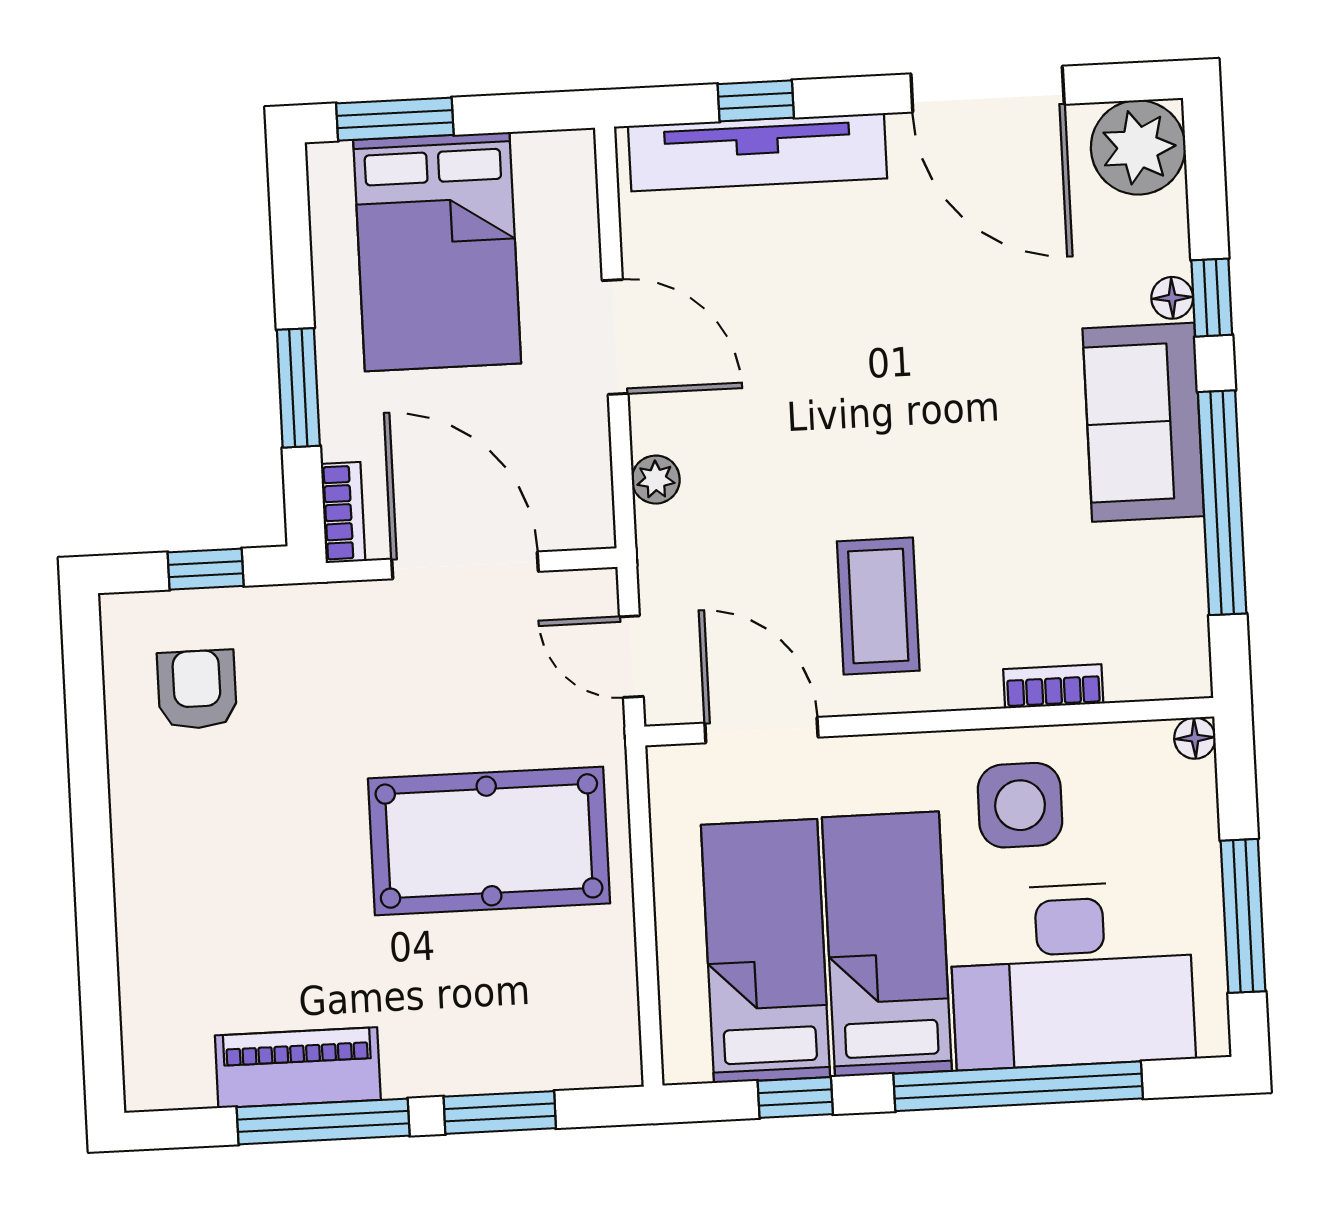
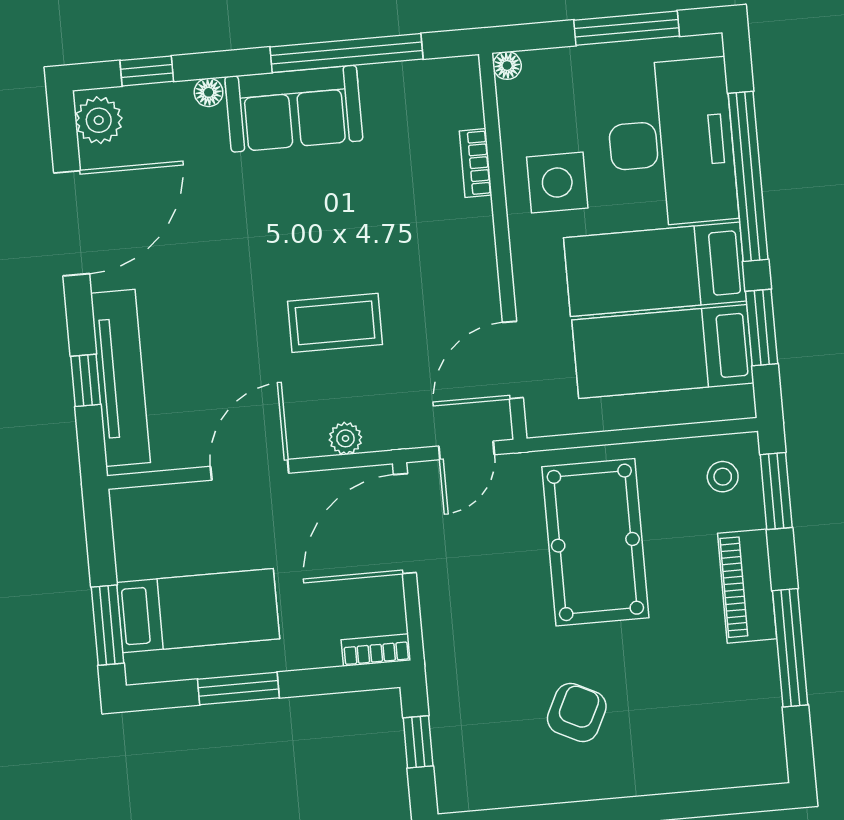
plant: (1138, 147) -> (99, 120), width x0.73, depth x0.73
bed: (437, 252) -> (198, 611), width x0.67
window: (1212, 298) -> (147, 71), moved
window: (298, 388) -> (238, 689), moved
door: (465, 565) -> (405, 524), moved
coffee table: (878, 606) -> (335, 323), moved
armchair: (197, 690) -> (577, 713), moved, turned 116
stool: (578, 1032) -> (723, 477), added
piano: (298, 1068) -> (747, 586), moved
window: (795, 1097) -> (762, 328), width x1.50
window: (500, 1112) -> (776, 491), moved

